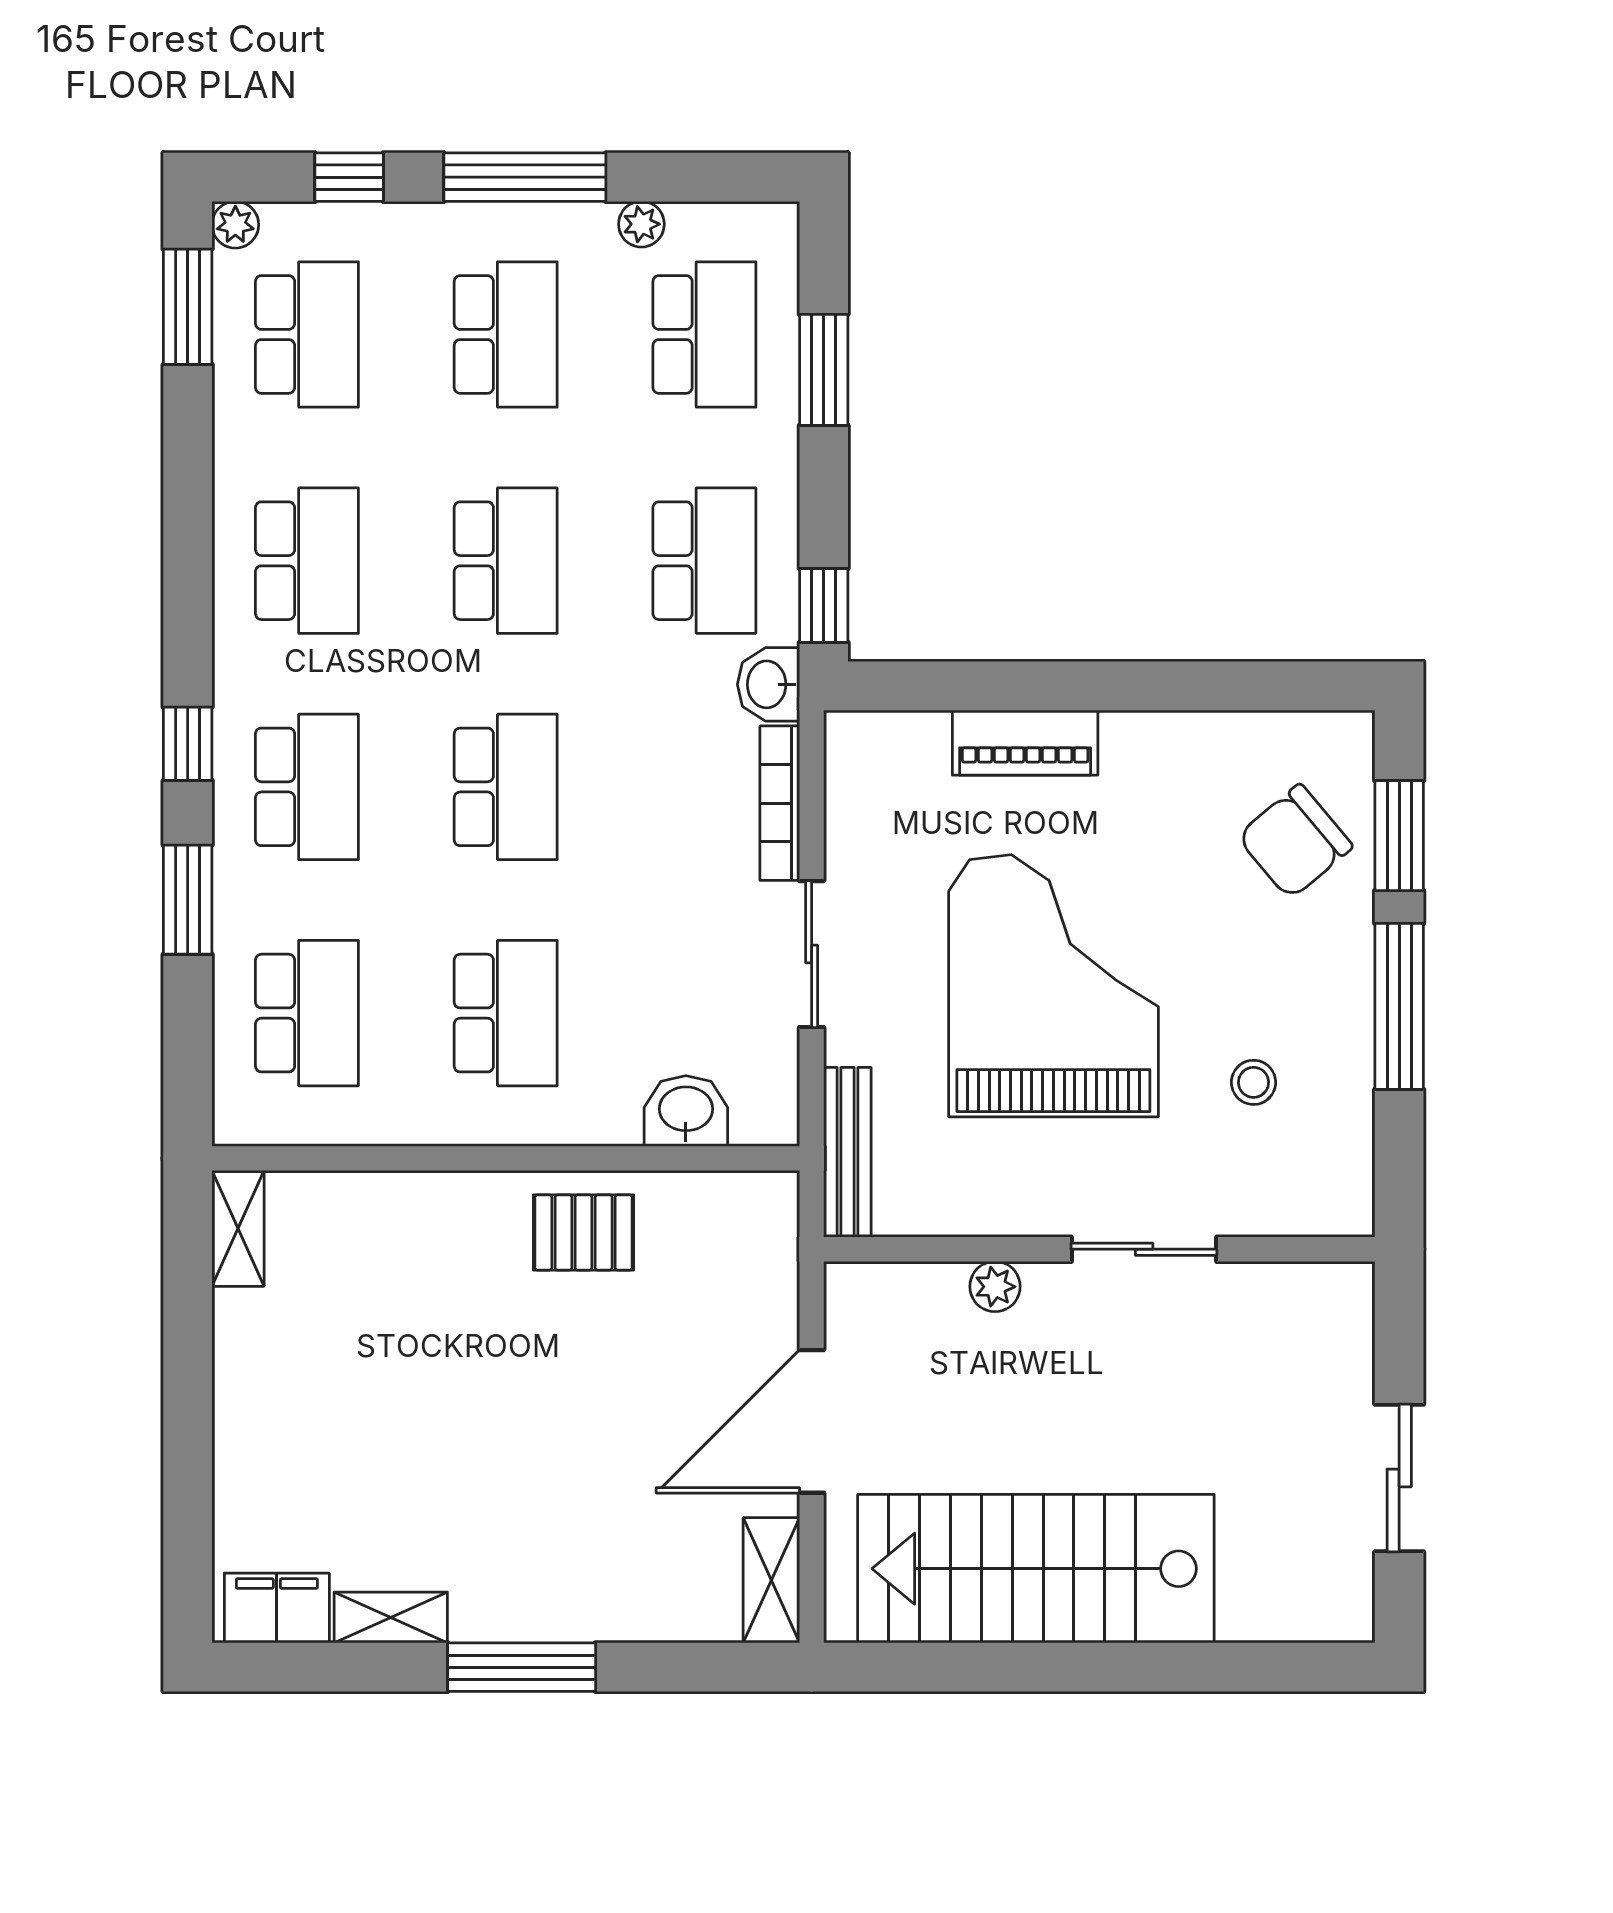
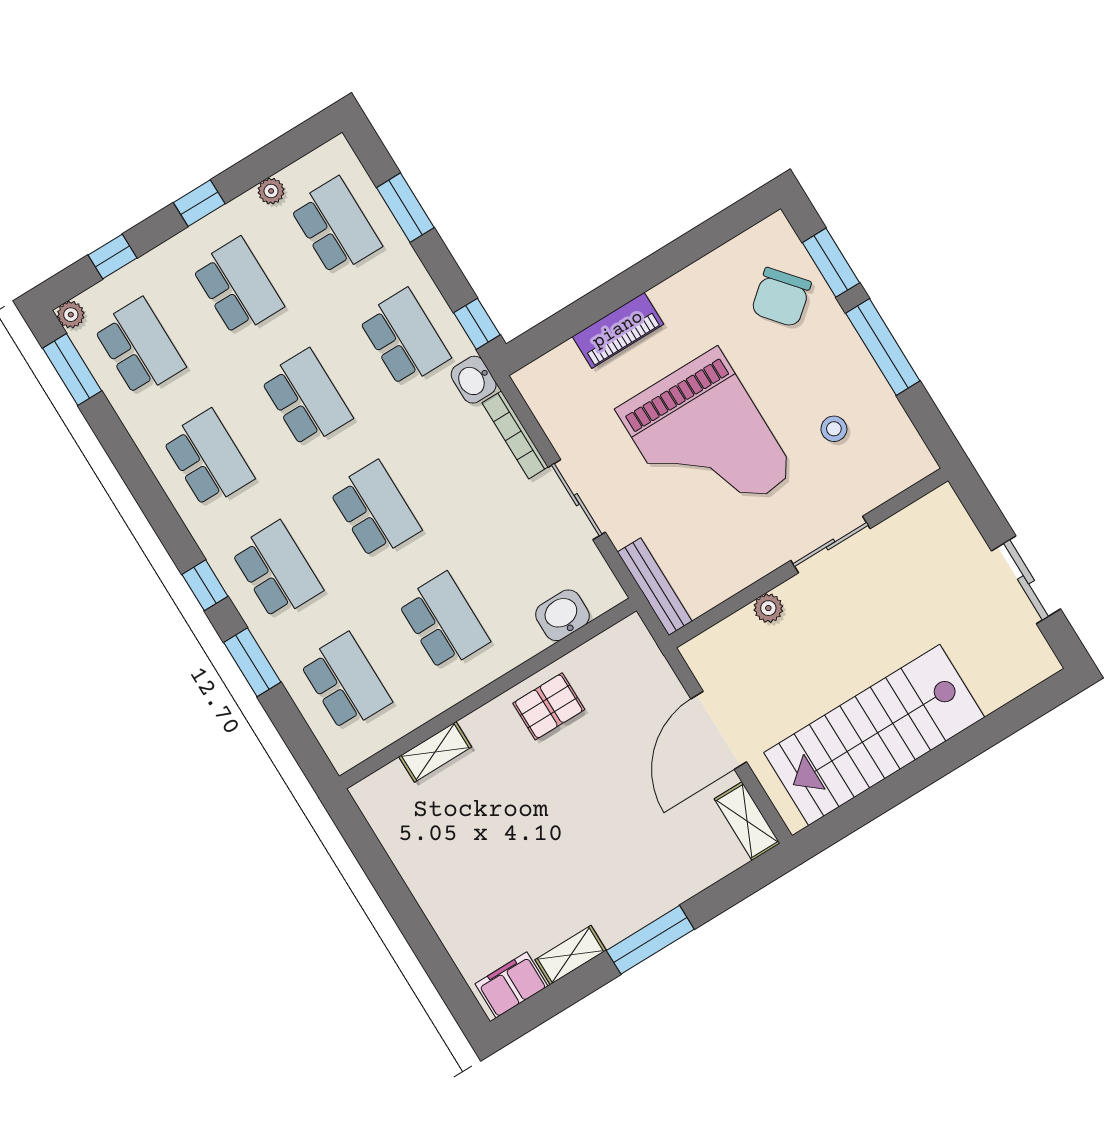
window: (525, 177) -> (199, 203), width x0.46
grand piano: (1053, 986) -> (706, 442), turned 180
shelving: (238, 1228) -> (435, 752), moved, turned 90

